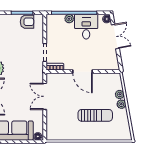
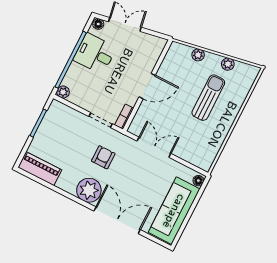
plant: (69, 19) -> (63, 92), moved
armchair: (27, 22) -> (103, 157), moved
double door: (45, 96) -> (154, 147), swing flipped
plant: (121, 104) -> (228, 64), moved

